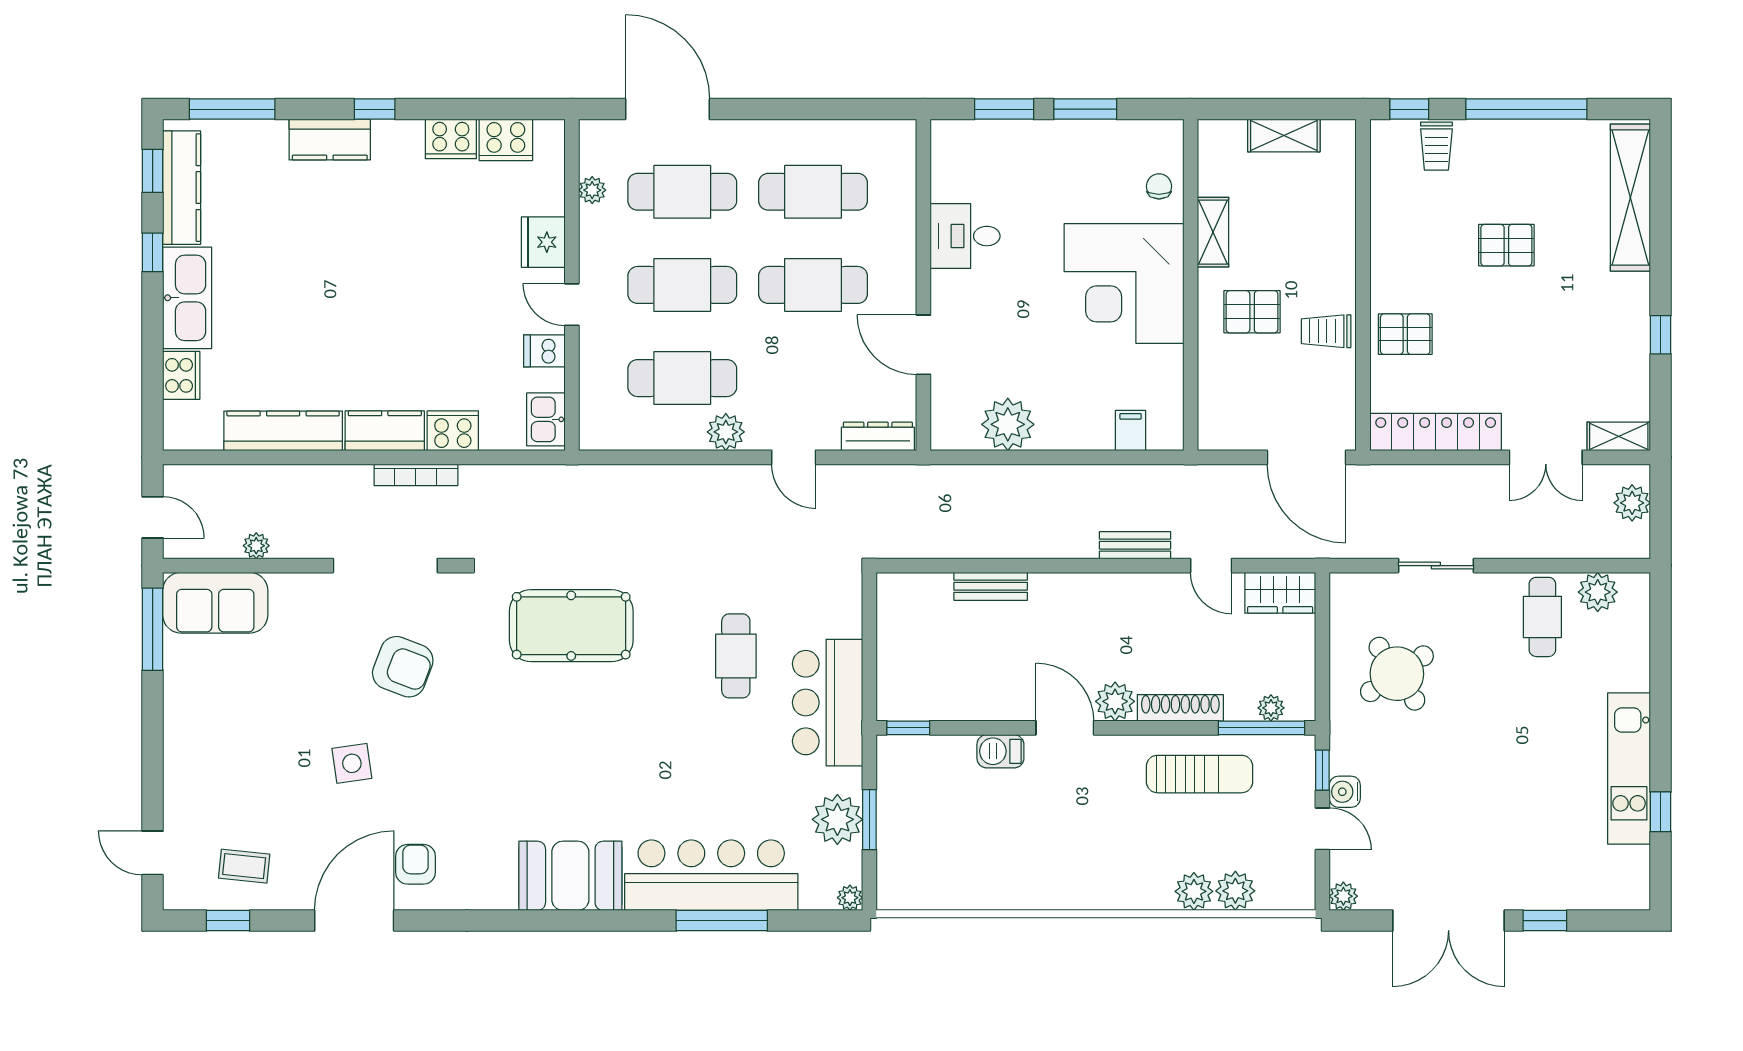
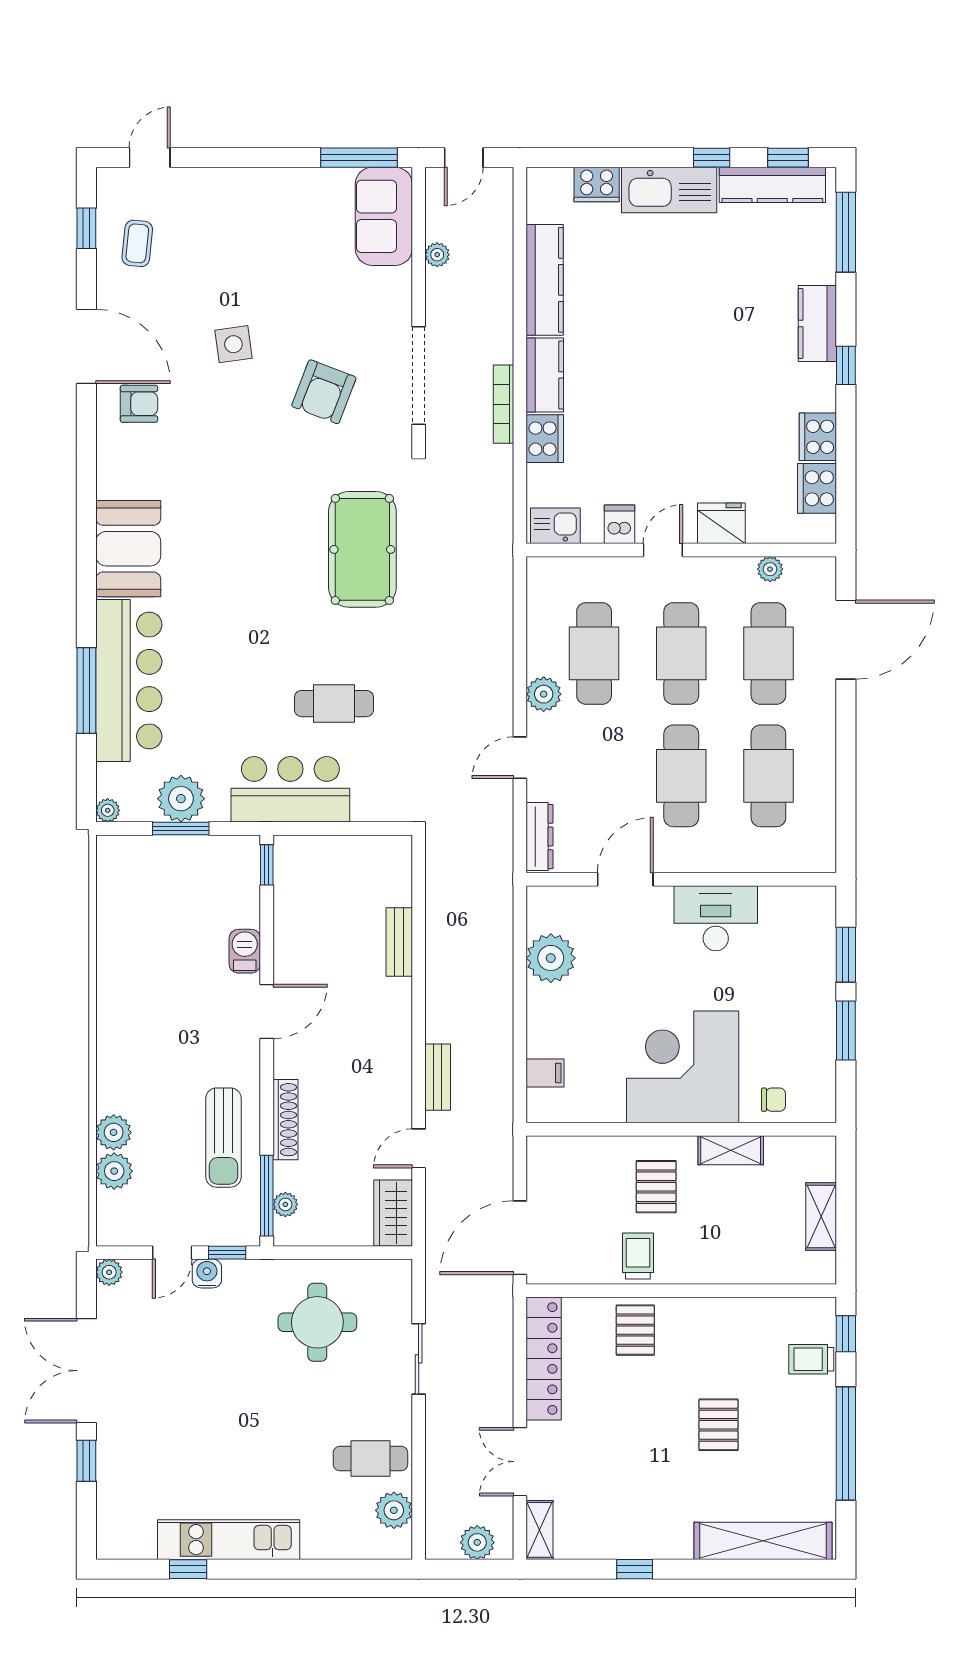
desk: (965, 236) -> (716, 918), width x1.37
round table: (1397, 674) -> (317, 1322), turned 34
plant: (1115, 701) -> (291, 1059), removed

